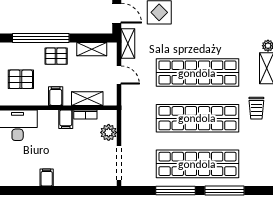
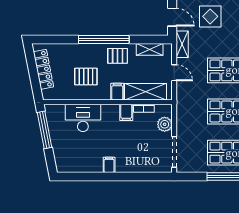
shelving: (87, 99) -> (146, 92), width x1.50, depth x1.33

